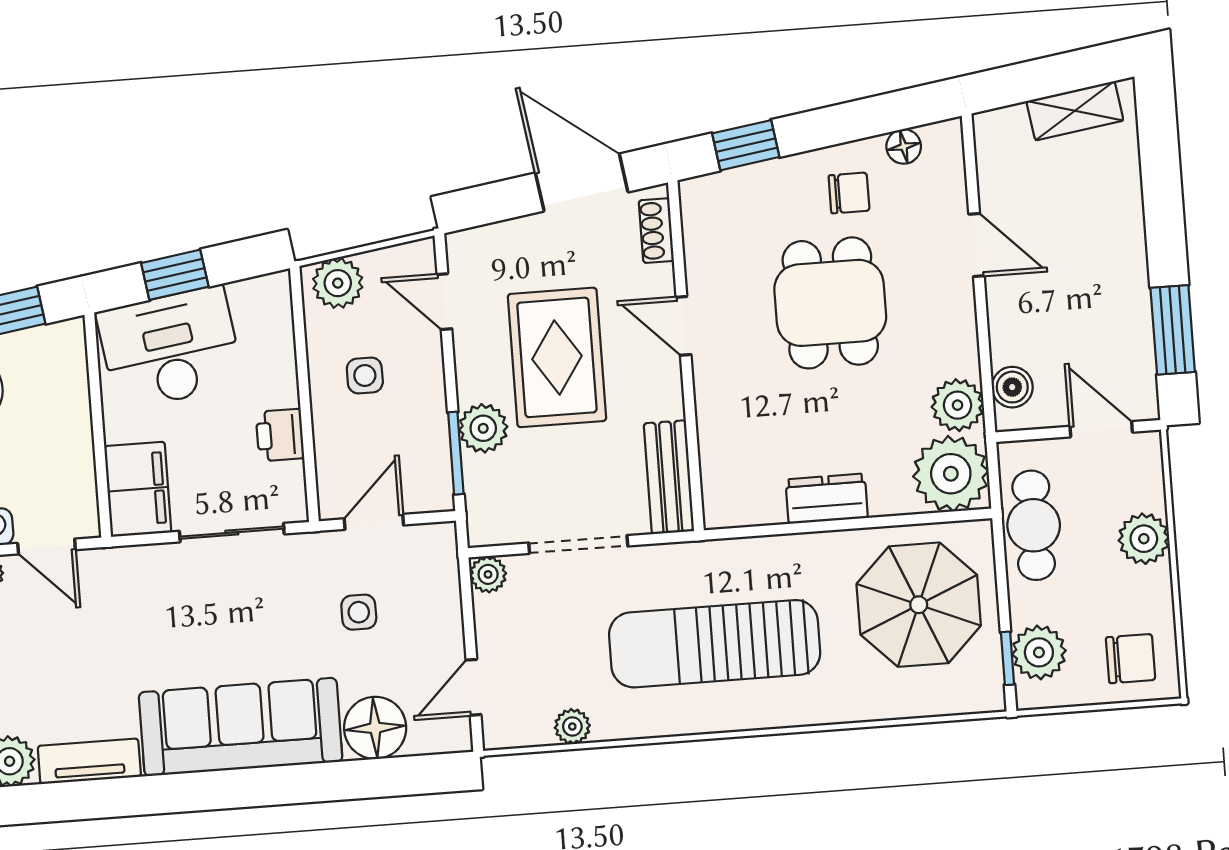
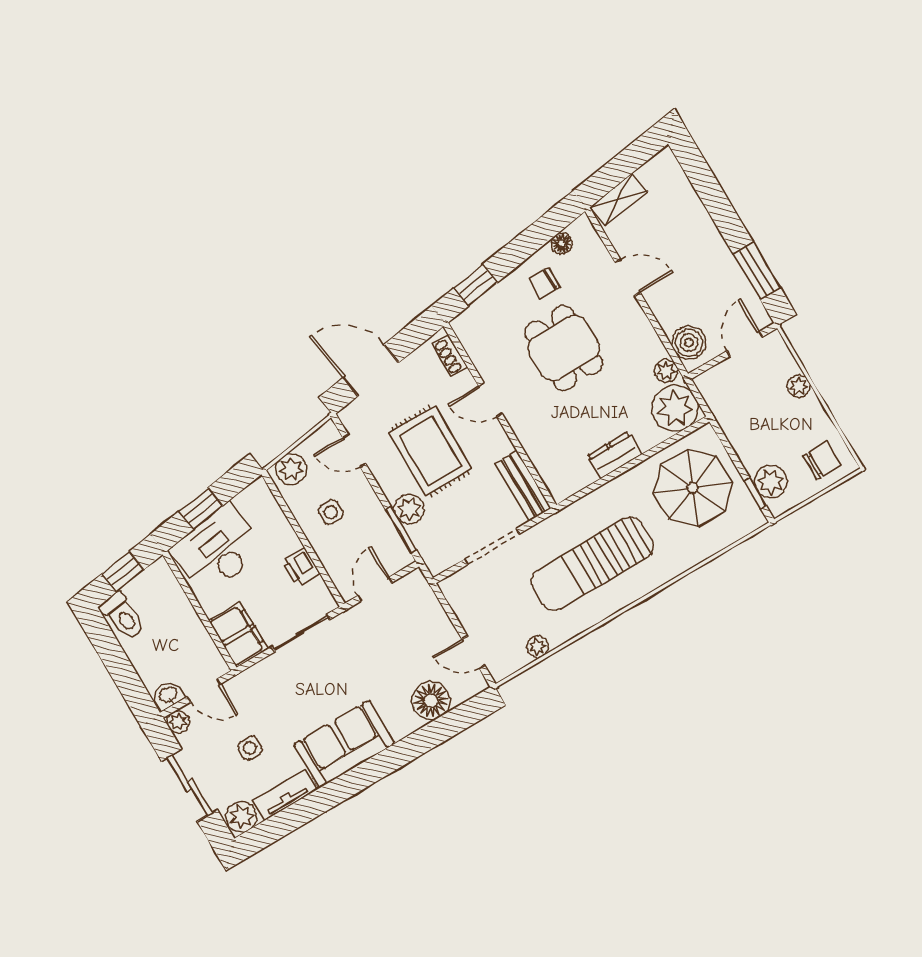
shelving: (1075, 111) -> (619, 199), moved
door: (582, 182) -> (371, 370), moved
chair: (849, 193) -> (545, 283), turned 180
boiler: (1012, 387) -> (689, 343), width x1.36, depth x1.36
plant: (958, 405) -> (666, 371), width x0.73, depth x0.73
door: (1101, 429) -> (745, 344), hinge flipped
cafe table: (1034, 525) -> (734, 414), removed
plant: (1144, 539) -> (799, 386), width x0.73, depth x0.73
plant: (488, 574) -> (451, 587), removed
side table: (359, 612) -> (250, 748), moved
door: (473, 687) -> (473, 652), hinge flipped
sofa: (241, 727) -> (344, 744), width x0.73

